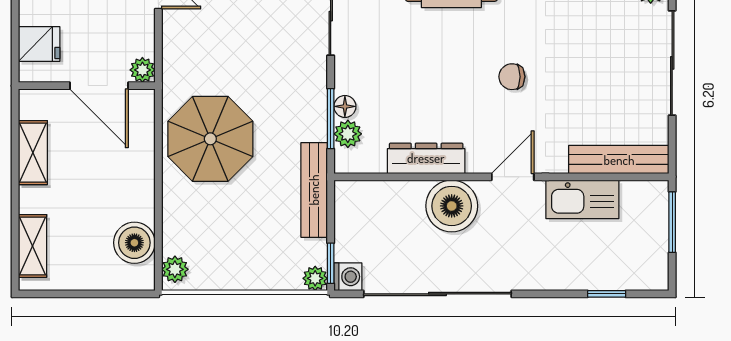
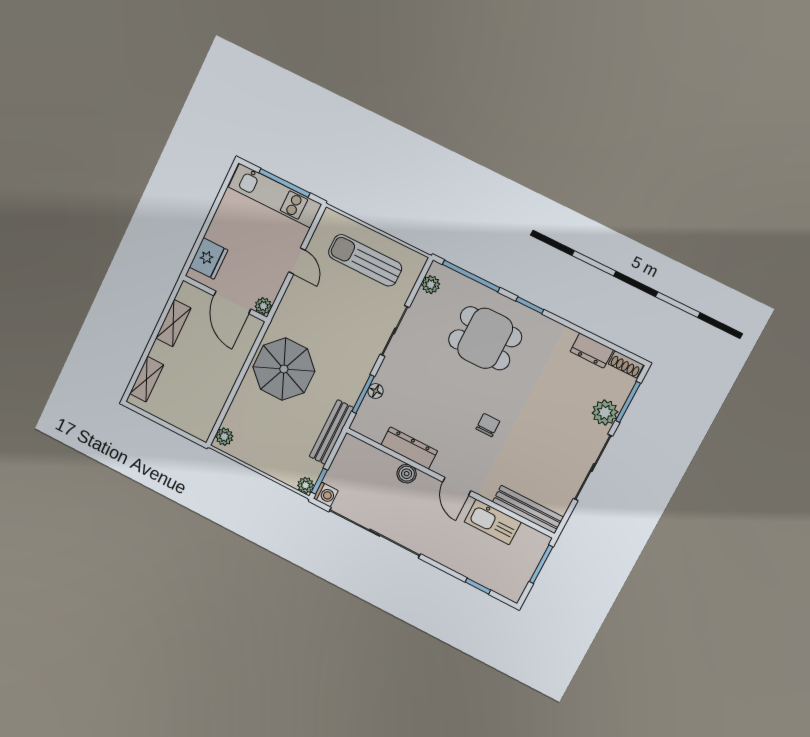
fridge: (39, 44) -> (209, 258), width x1.38
chair: (512, 77) -> (488, 425), turned 90
plant: (348, 134) -> (369, 409), removed
door: (513, 177) -> (457, 486), swing flipped
boiler: (452, 206) -> (407, 474), width x0.54, depth x0.54
boiler: (134, 243) -> (208, 408), removed

